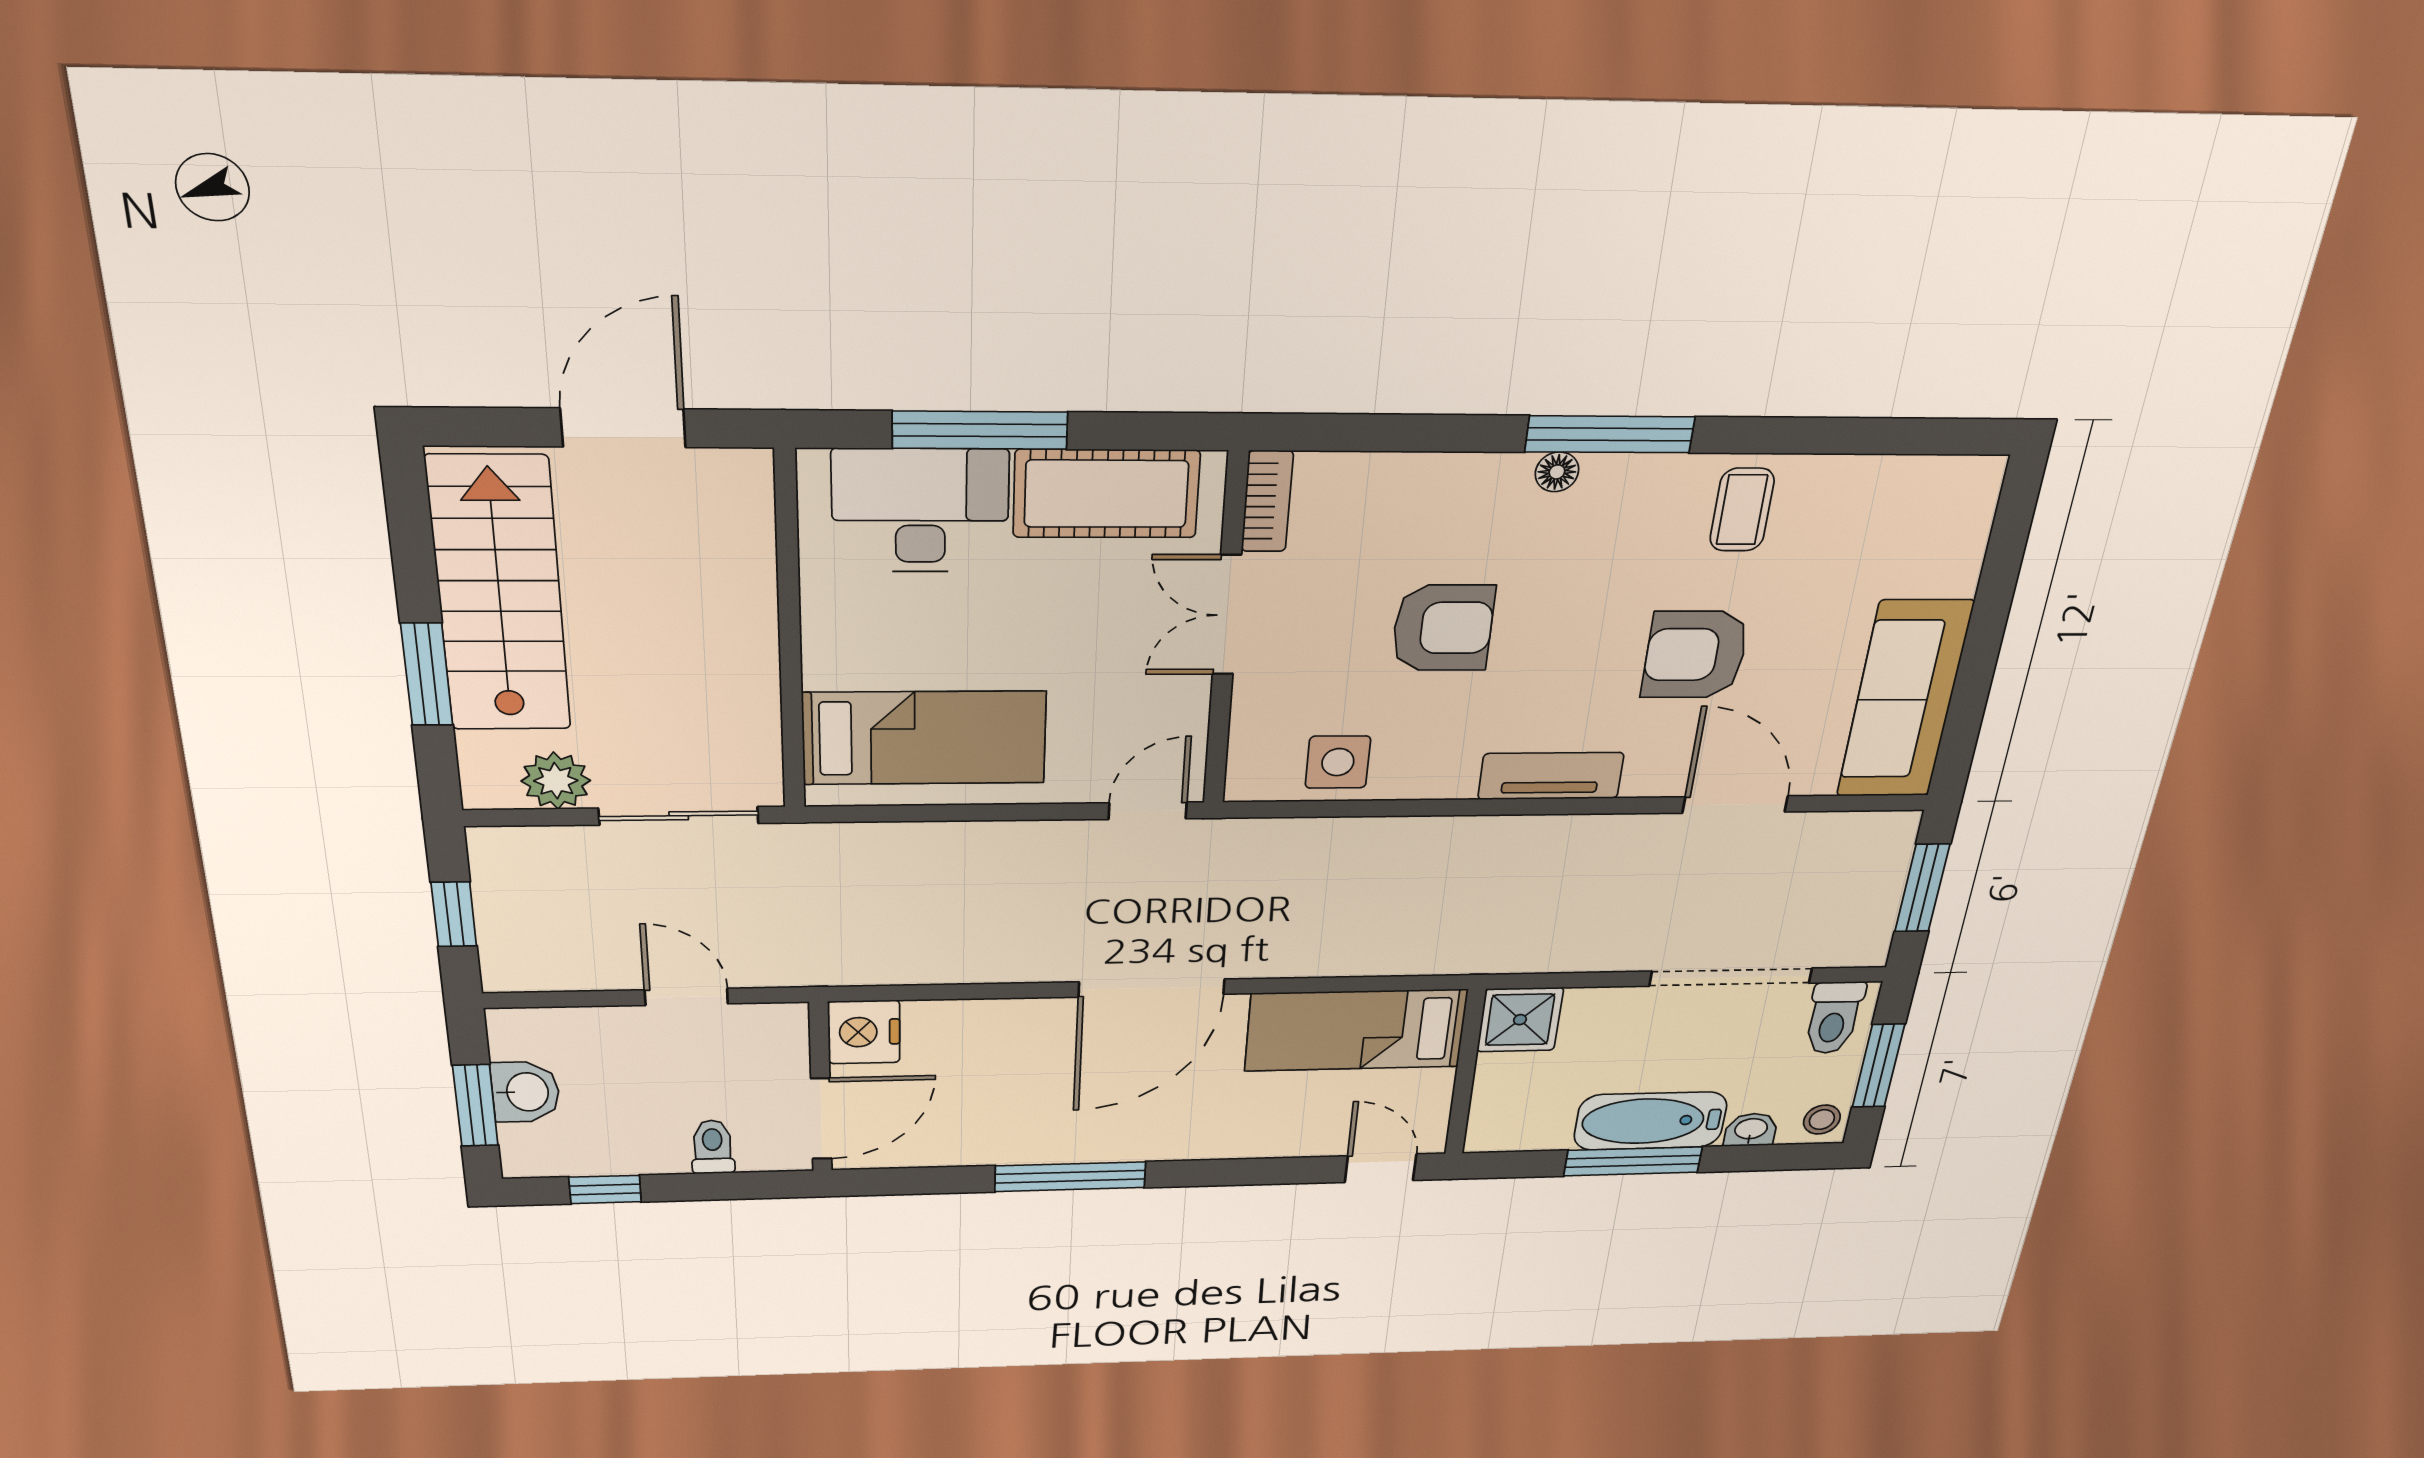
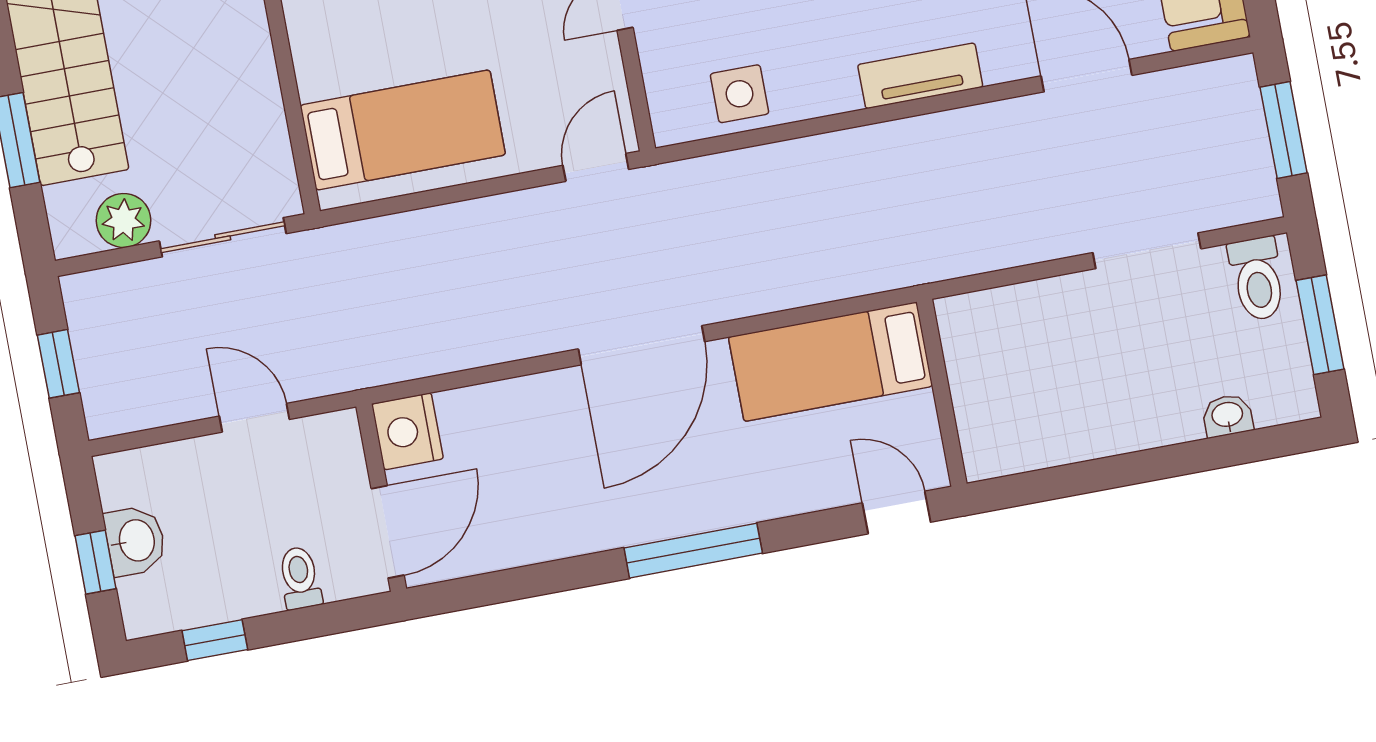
doorway: (1731, 977) -> (1147, 251), width x0.73
shower: (1520, 1020) -> (973, 327), removed
window: (475, 1106) -> (95, 562), width x0.67
stool: (1822, 1120) -> (1290, 394), removed
bathtub: (1650, 1121) -> (1129, 420), removed
window: (1633, 1161) -> (1129, 469), removed
window: (1070, 1177) -> (693, 551), moved

